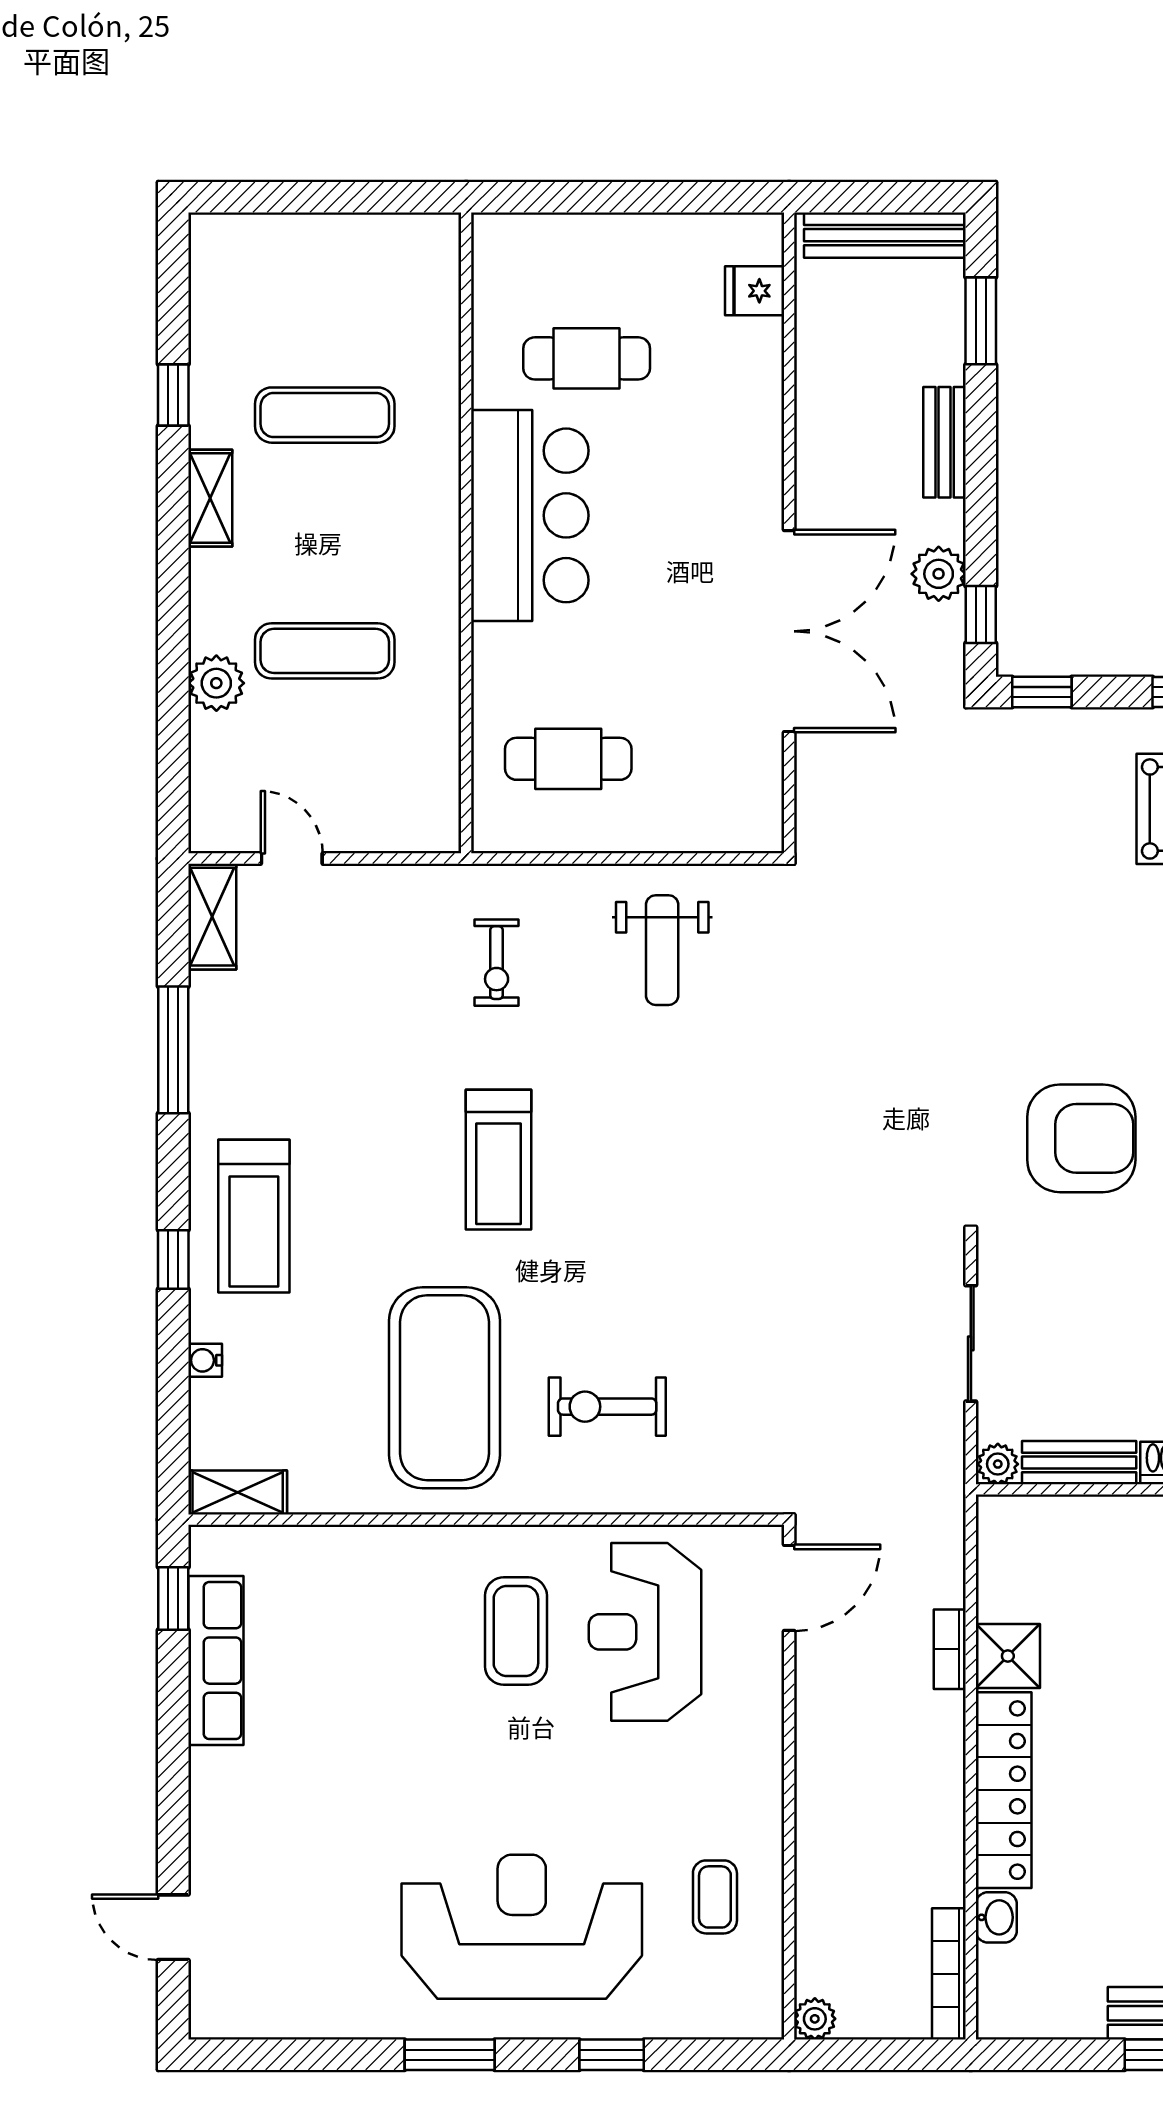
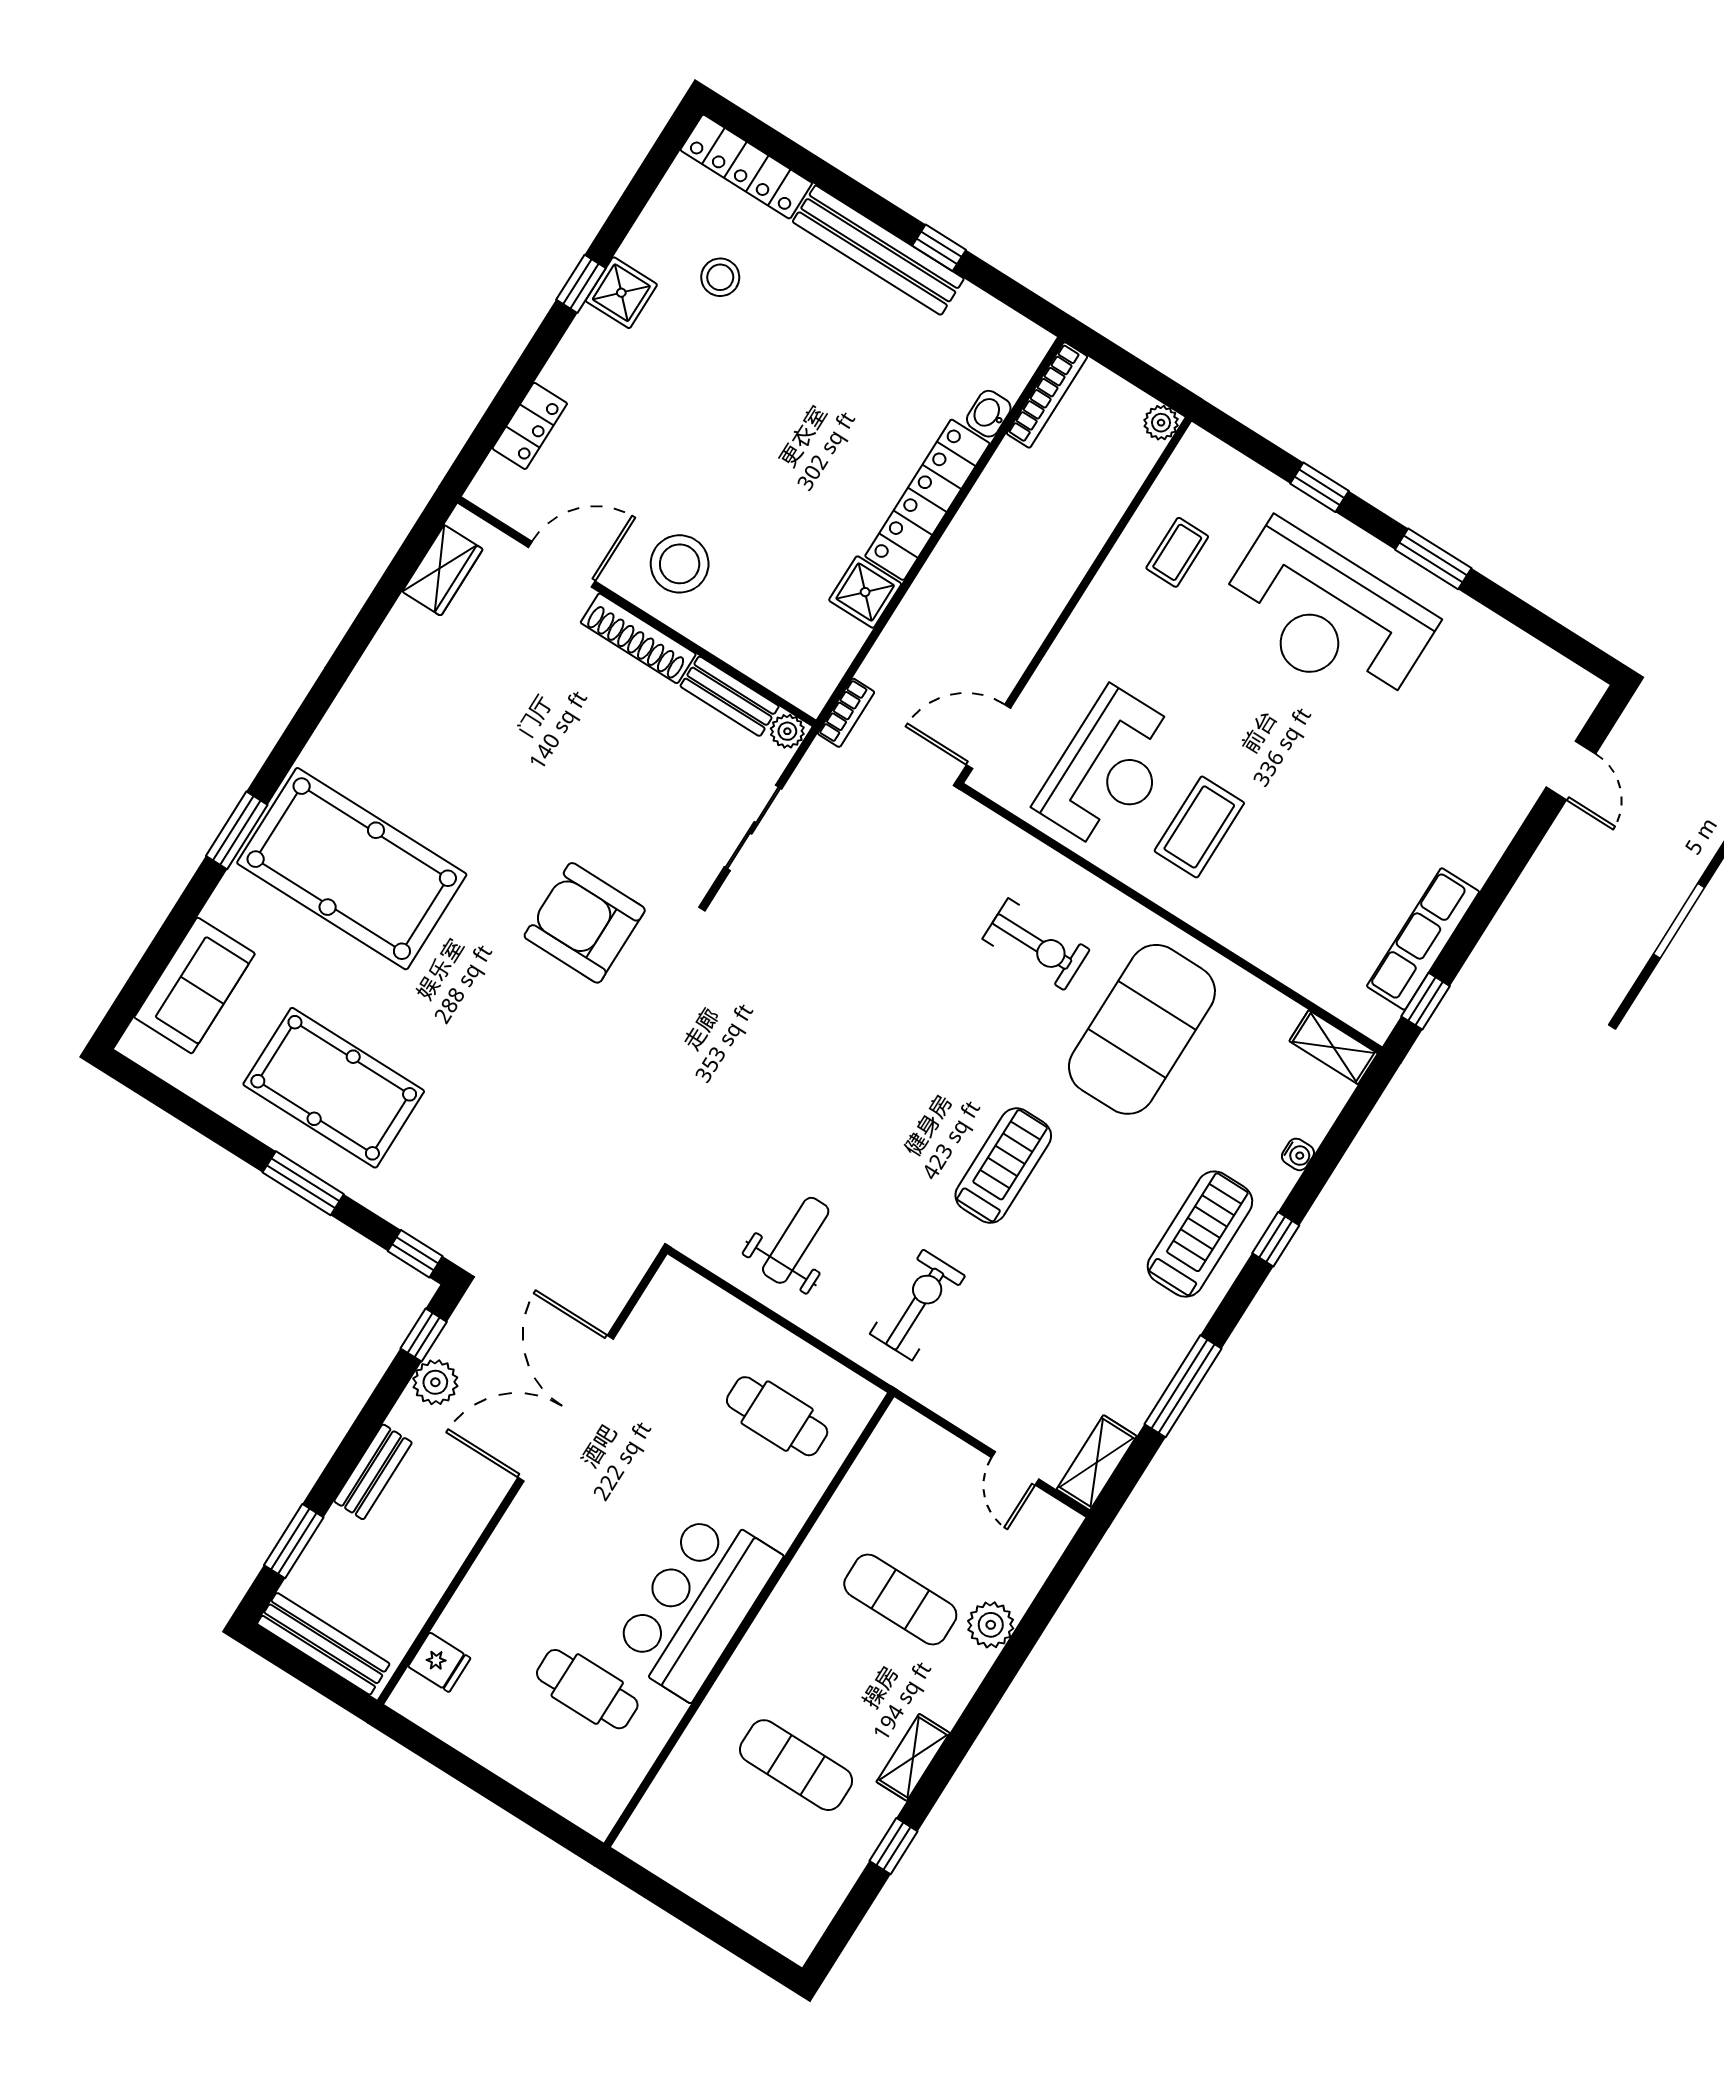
exercise bike: (497, 963) -> (918, 1305), width x1.38, depth x1.39
bookcase: (950, 1649) -> (846, 713), moved

